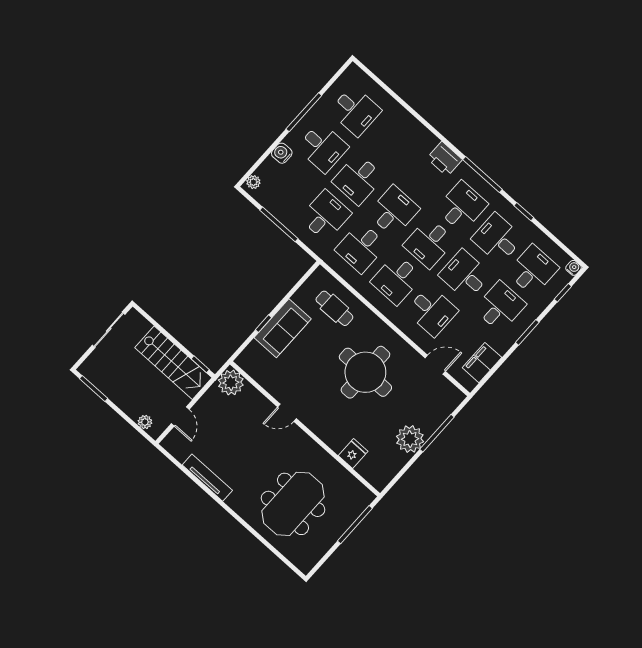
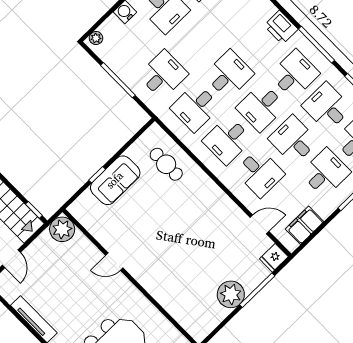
desk: (358, 179) -> (197, 42), removed
round table: (365, 372) -> (192, 227), removed
fridge: (353, 453) -> (274, 258), moved, turned 180

